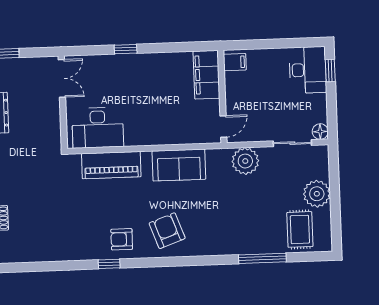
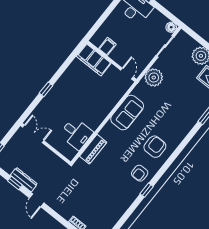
filing cabinet: (235, 62) -> (107, 46), moved
desk: (98, 128) -> (76, 134), width x0.73
piano: (111, 165) -> (93, 149), width x0.73, depth x0.75
armchair: (167, 231) -> (155, 147), turned 110

